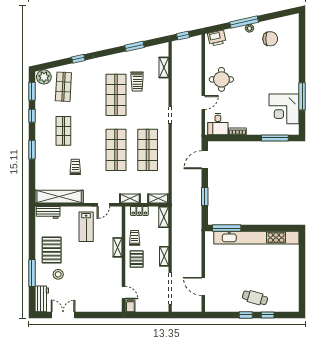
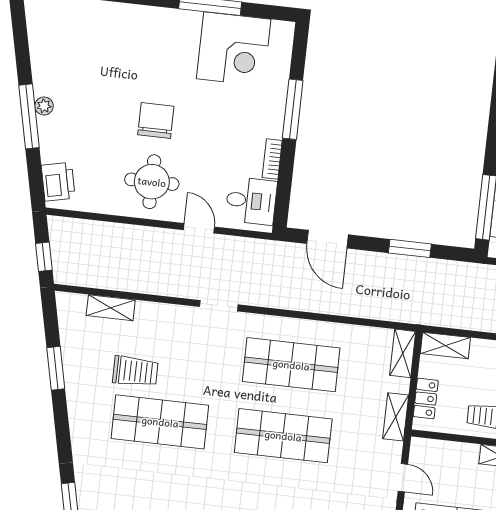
chair: (270, 39) -> (156, 120), moved
window: (275, 138) -> (293, 109), moved

